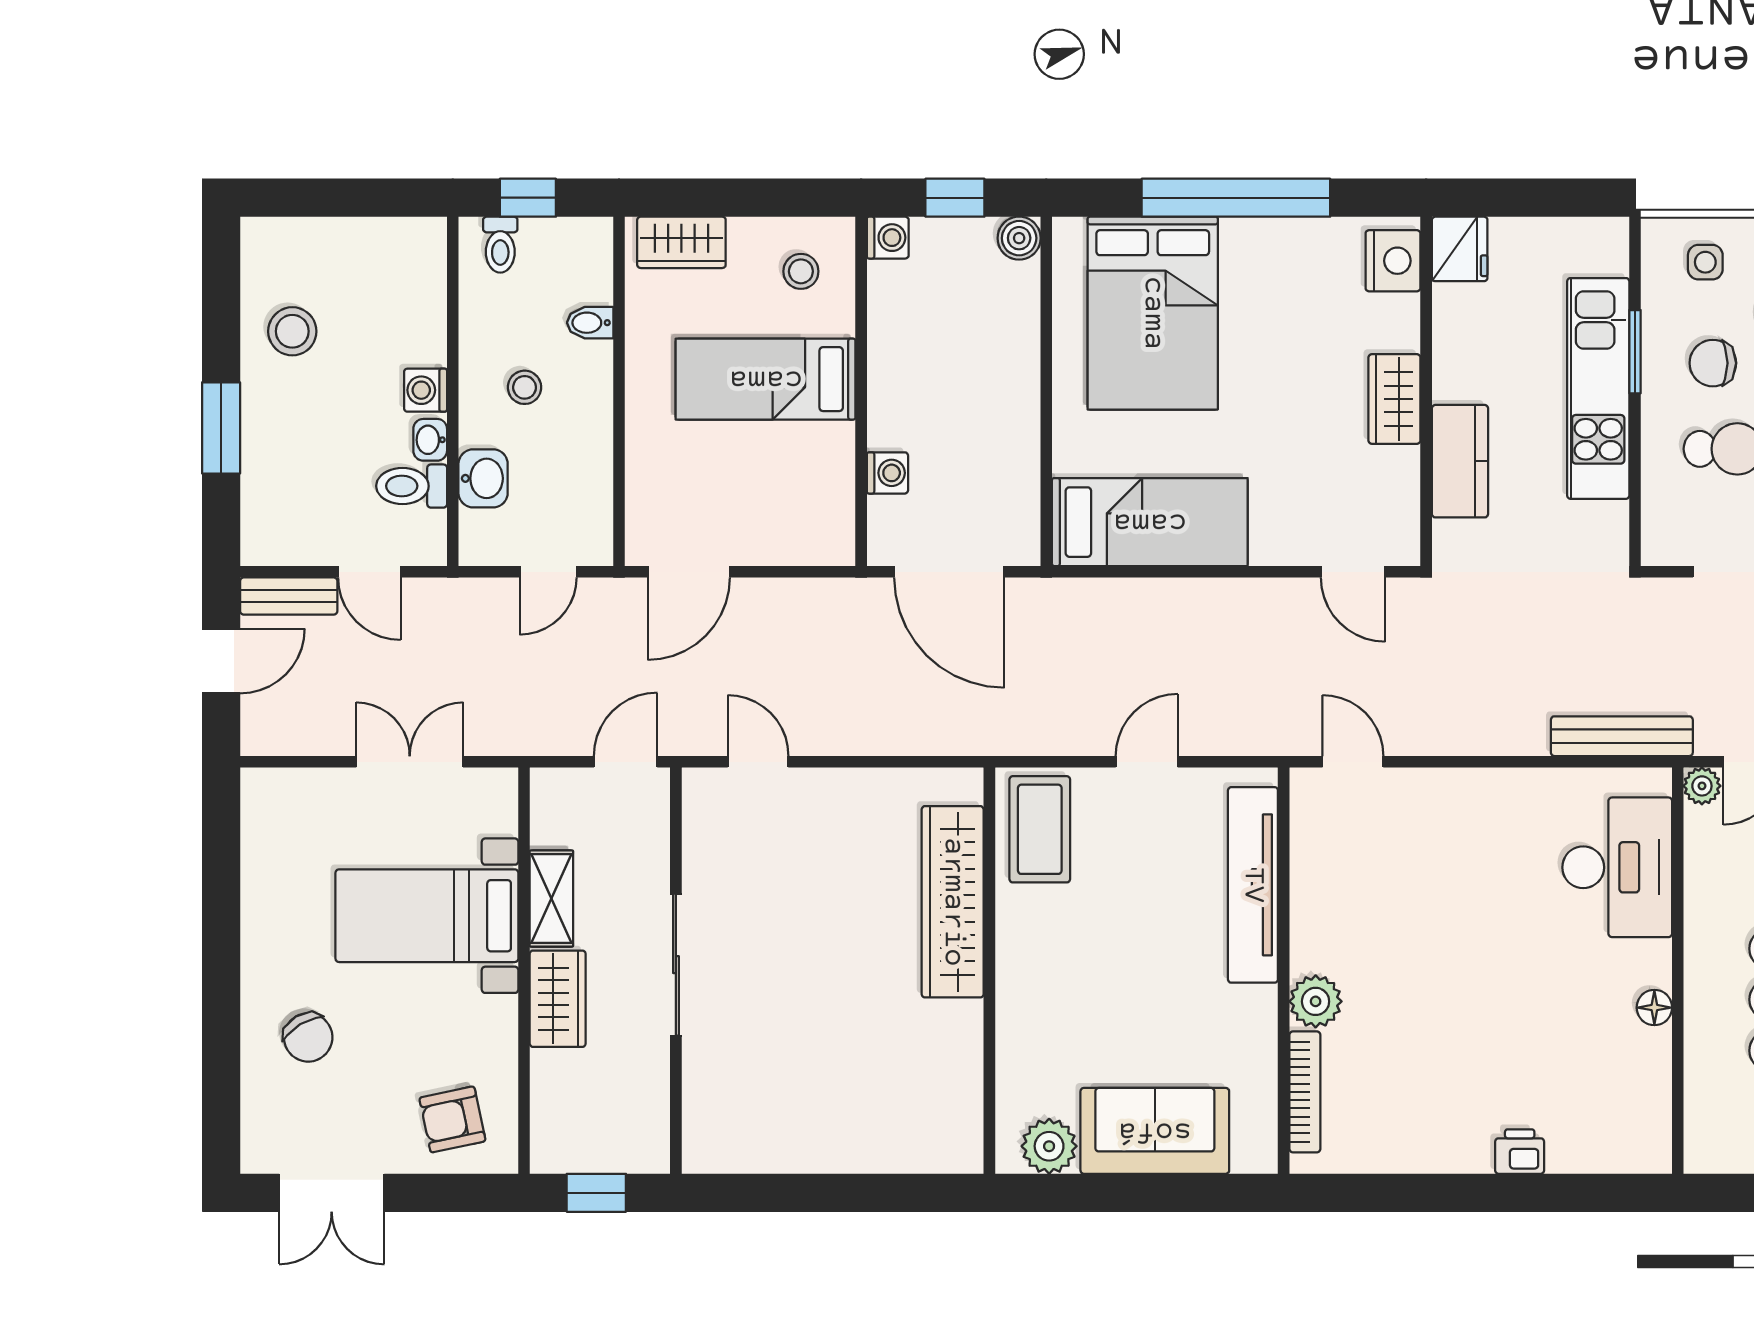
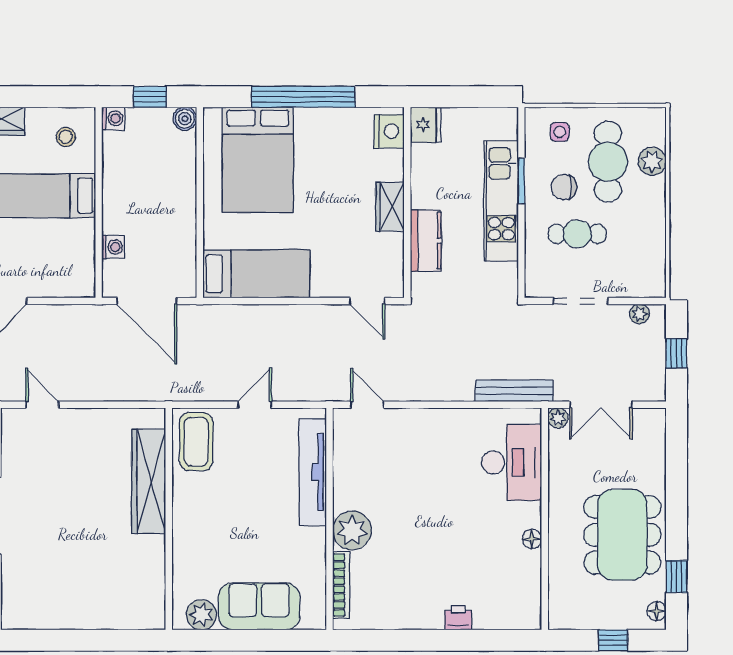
plant: (1316, 1001) -> (352, 530), width x1.36, depth x1.36

